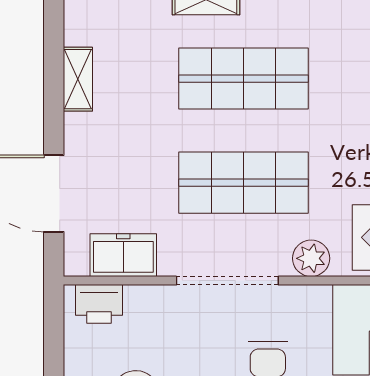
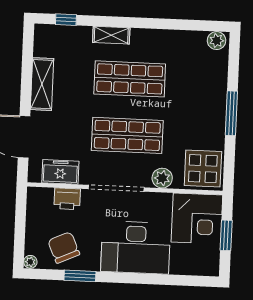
shelving: (78, 79) -> (42, 84), width x1.50, depth x1.33
printer: (99, 304) -> (67, 199), moved

